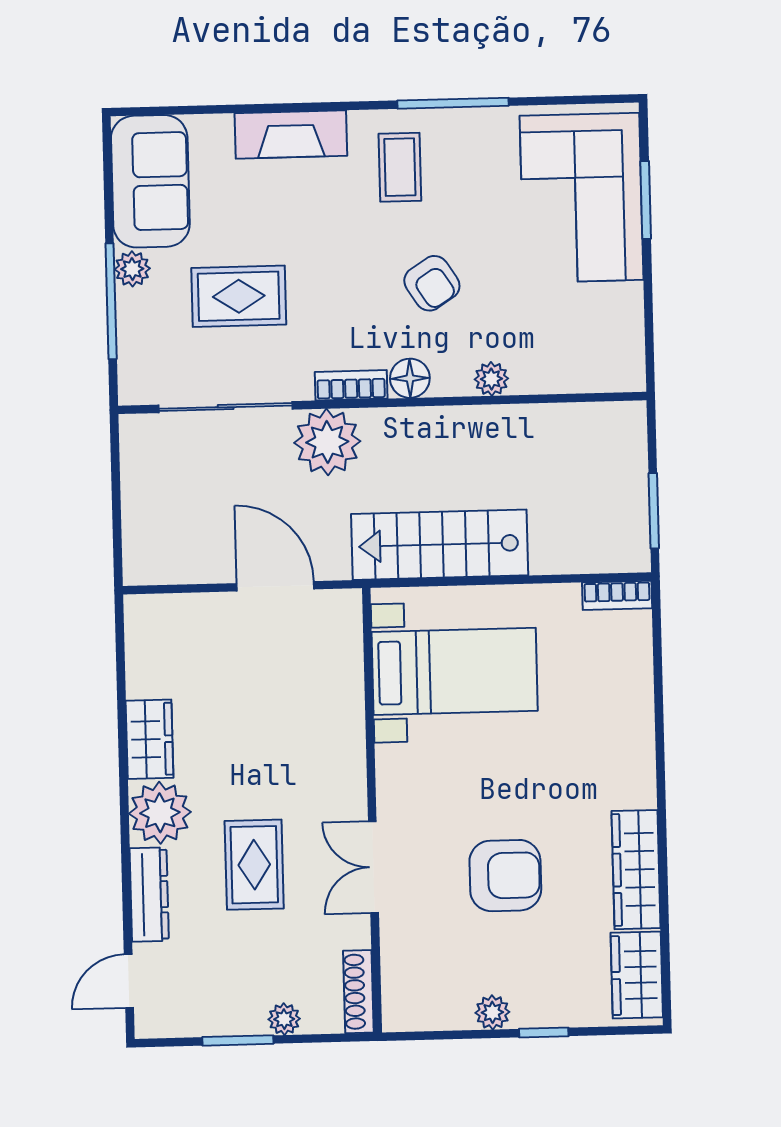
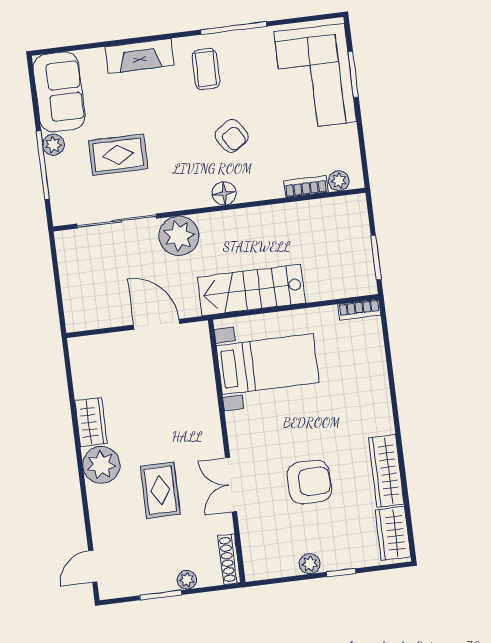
plant: (491, 379) -> (339, 181), moved
bookcase: (351, 385) -> (306, 186), moved
dresser: (149, 895) -> (100, 514), removed

